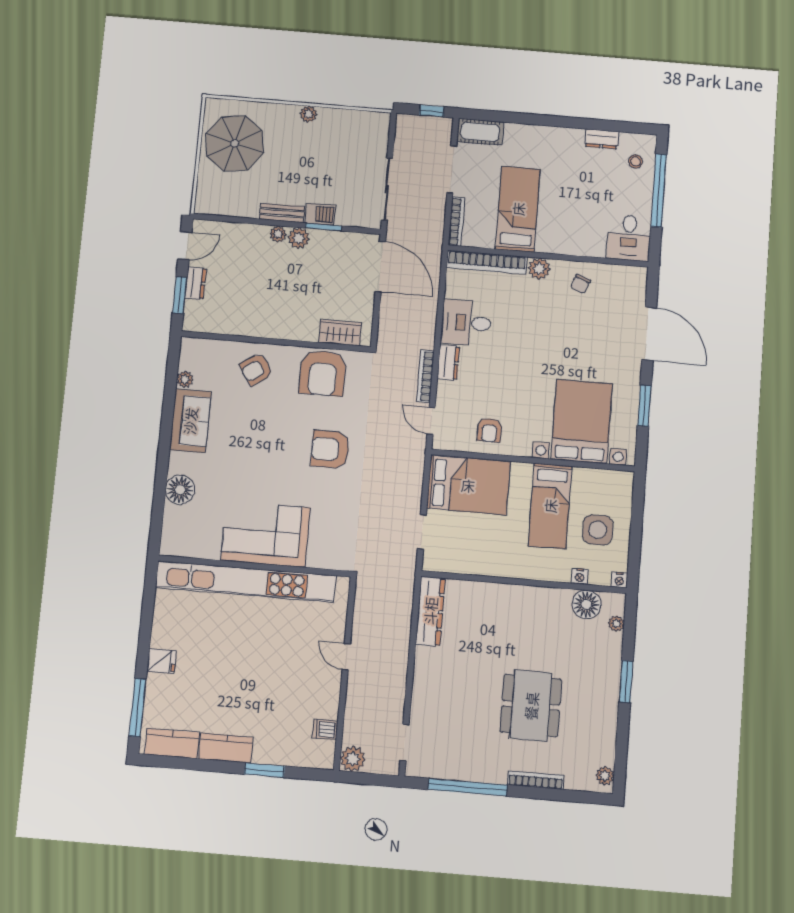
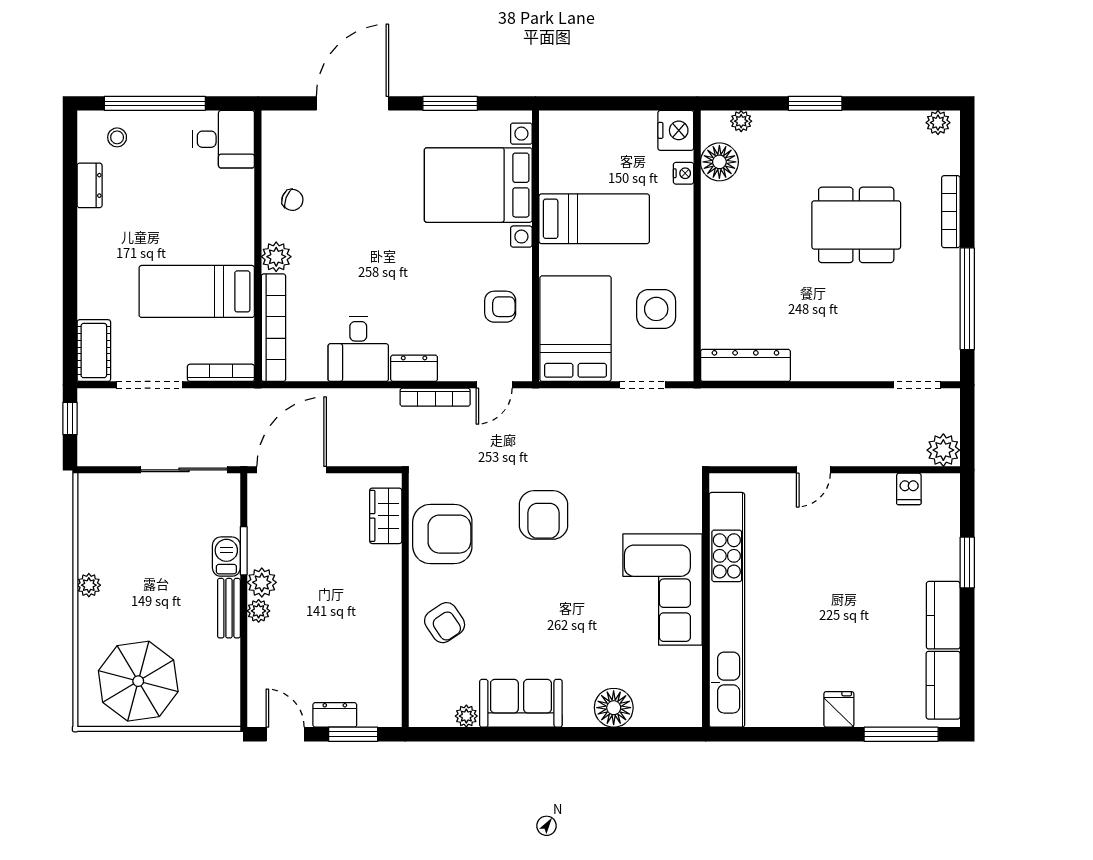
side table: (598, 530) -> (656, 309), moved
nightstand: (619, 580) -> (676, 130), width x1.89, depth x1.79

